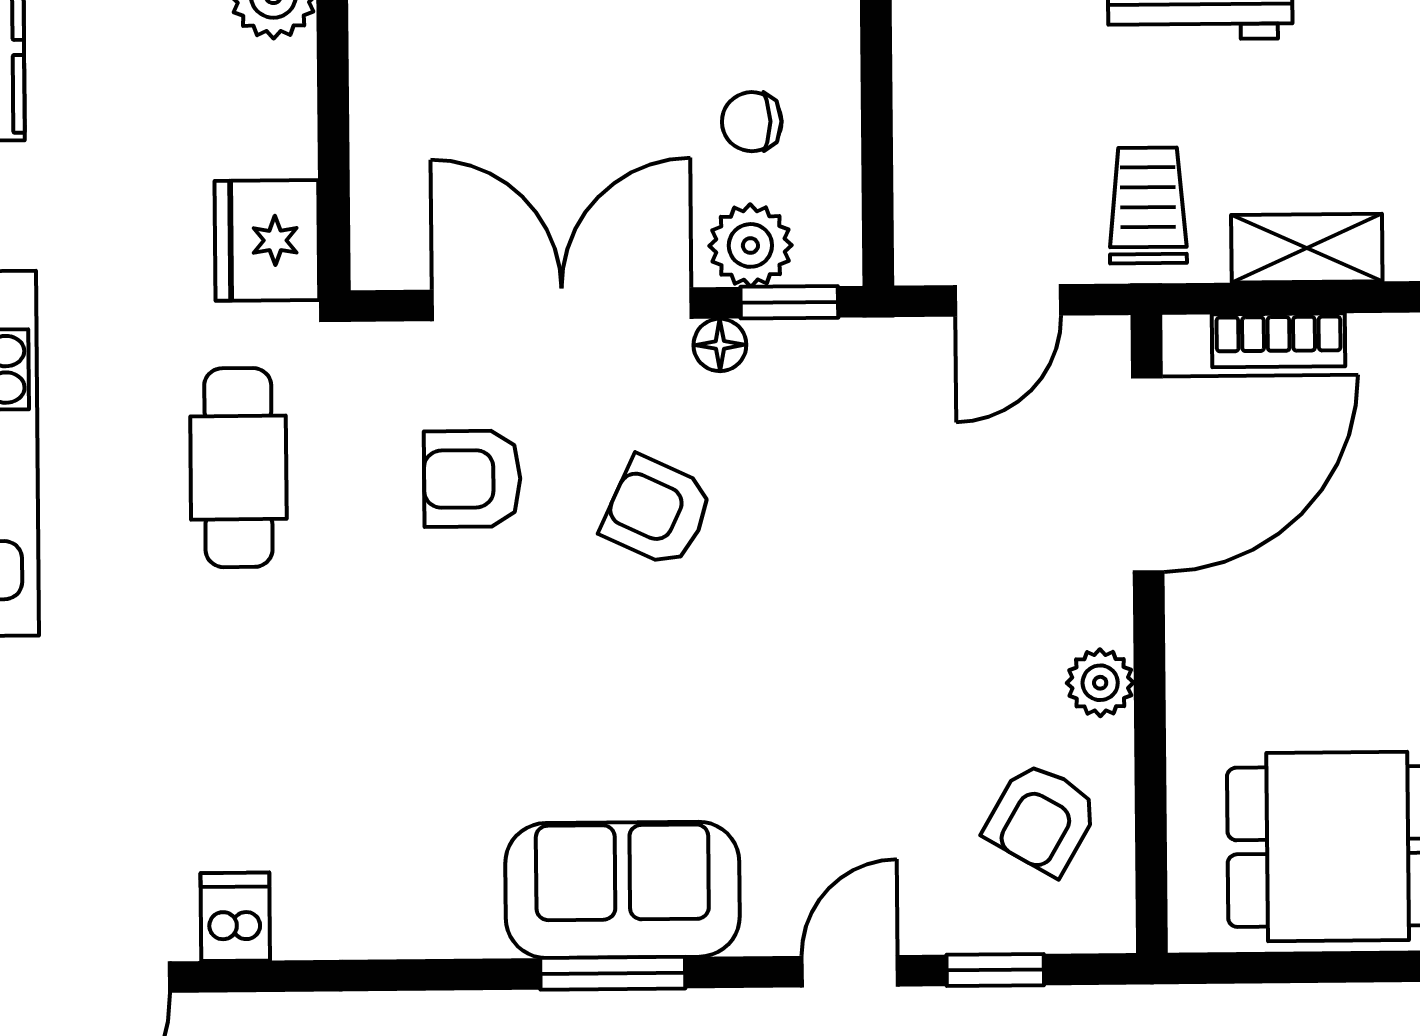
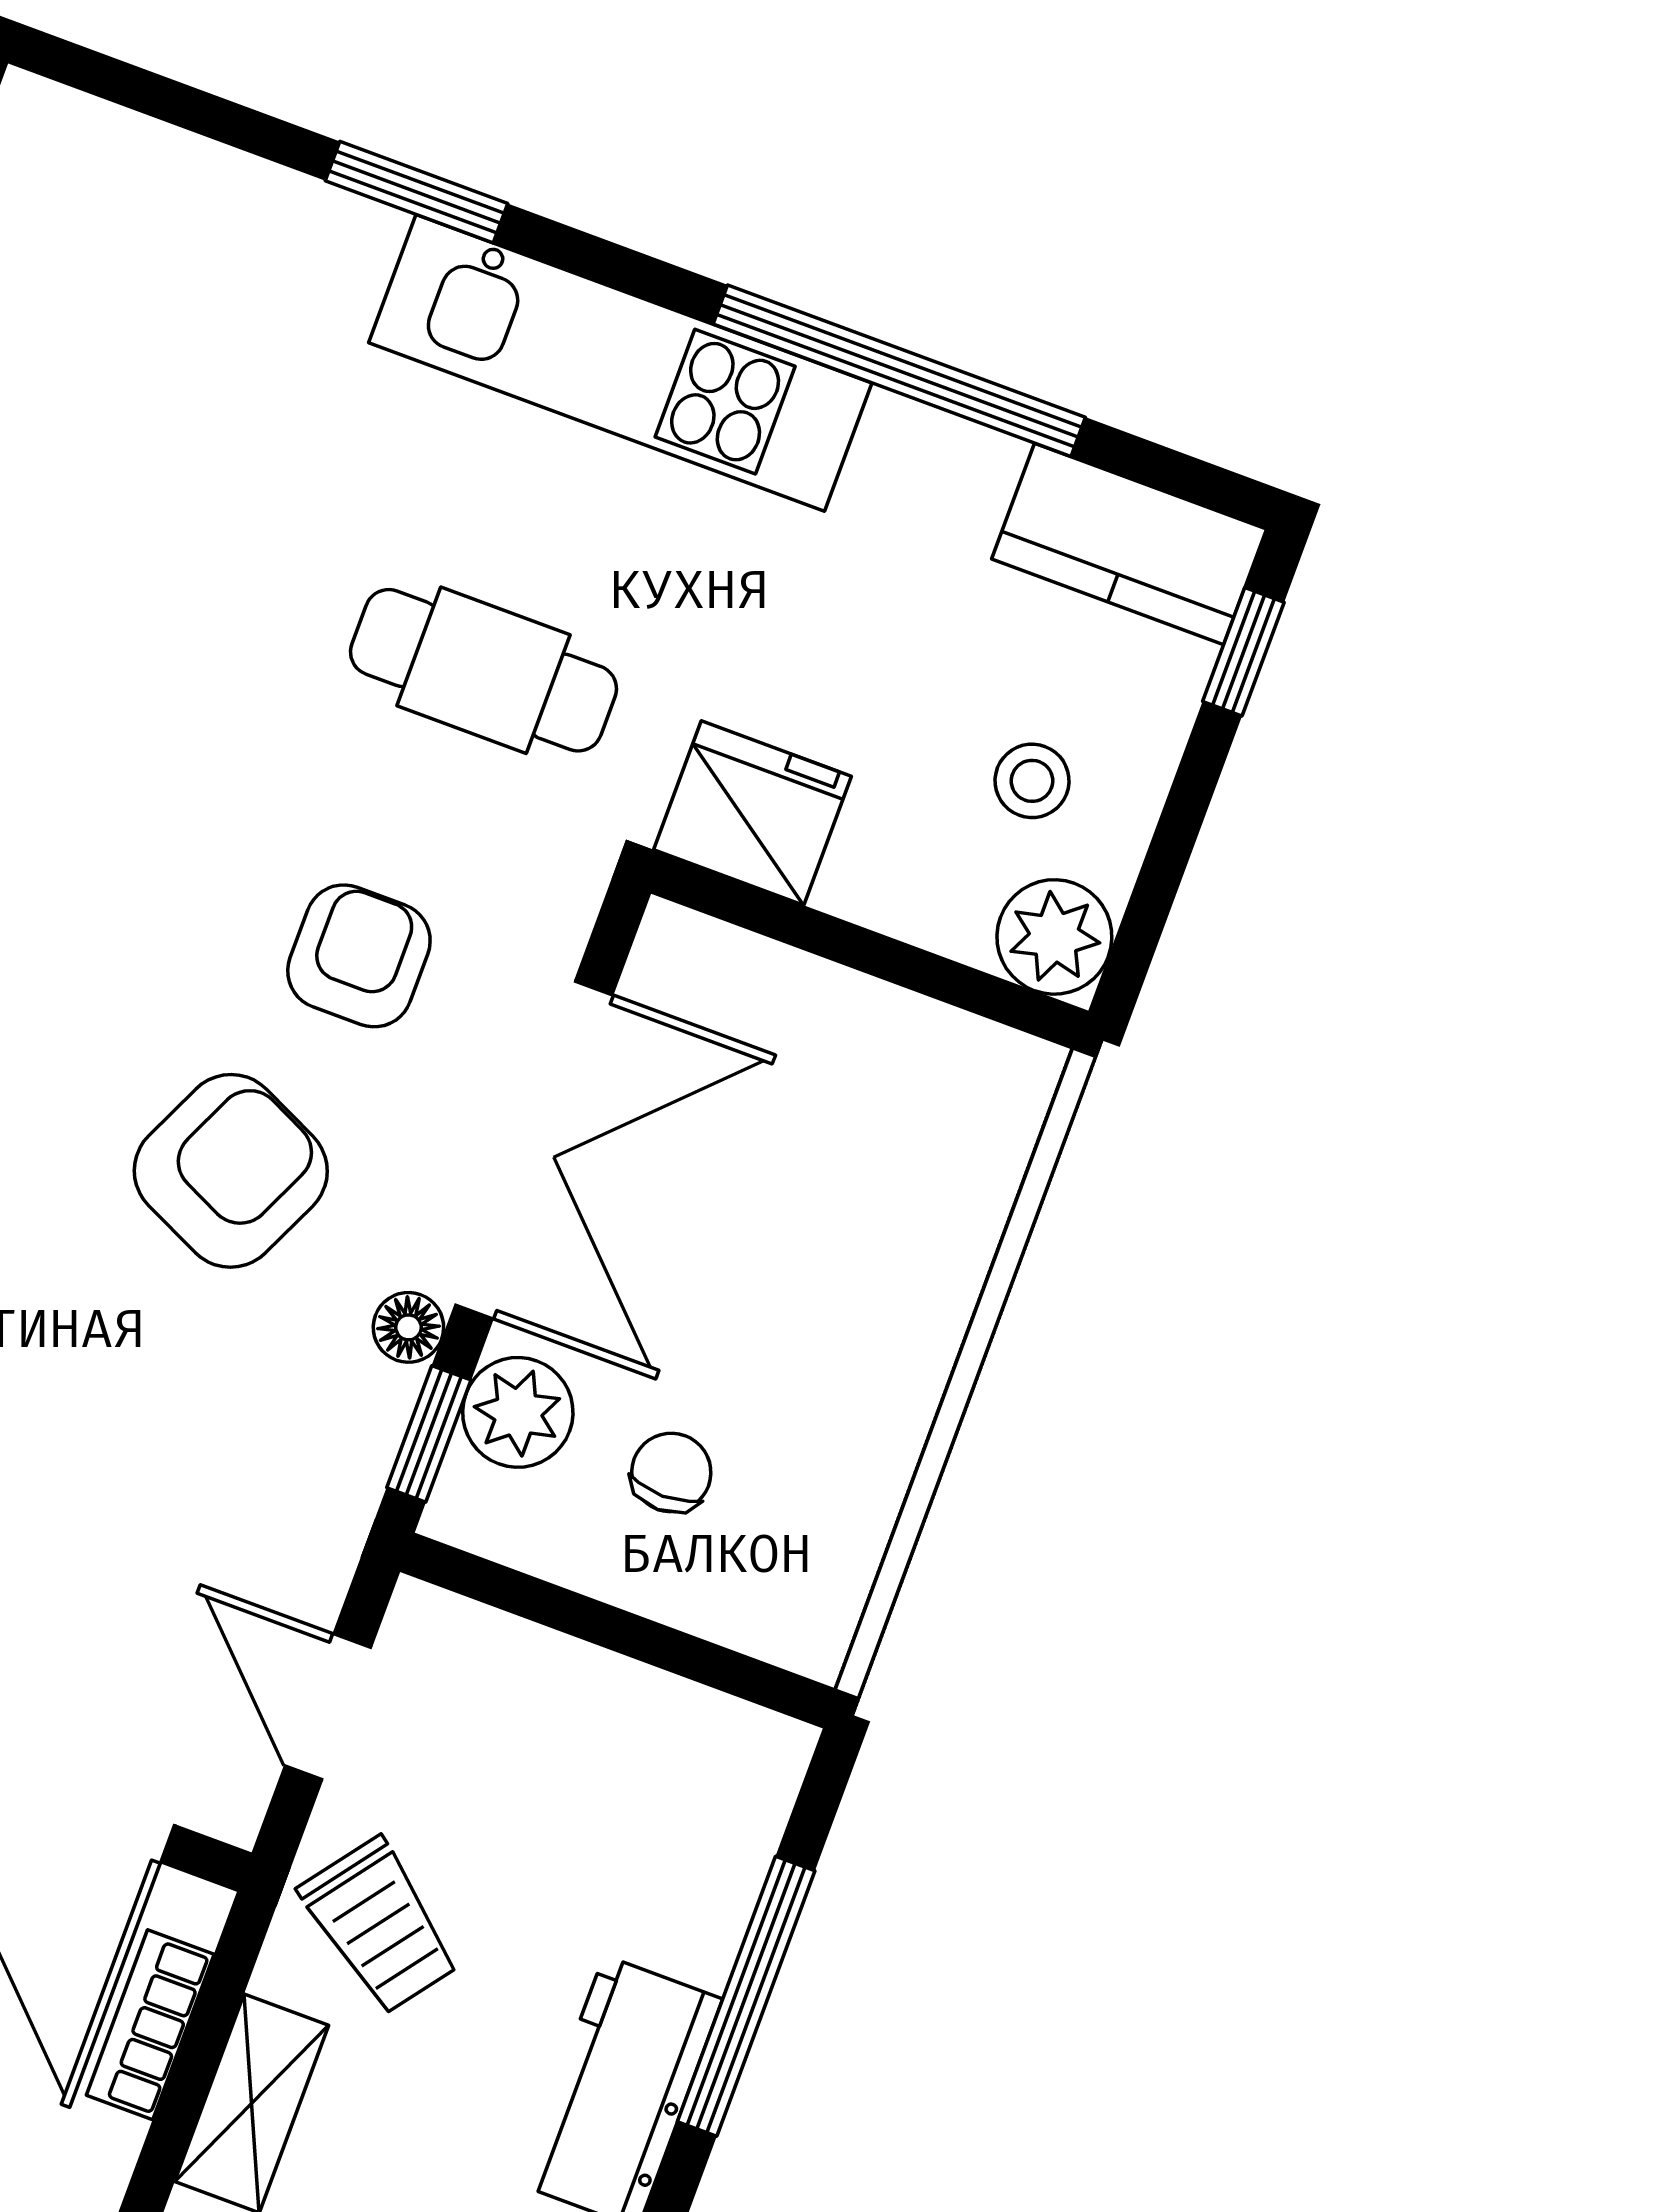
stool: (170, 53) -> (1032, 781), added
trolley: (1148, 205) -> (380, 1926), turned 37
armchair: (657, 512) -> (231, 1171), width x1.38, depth x1.38

